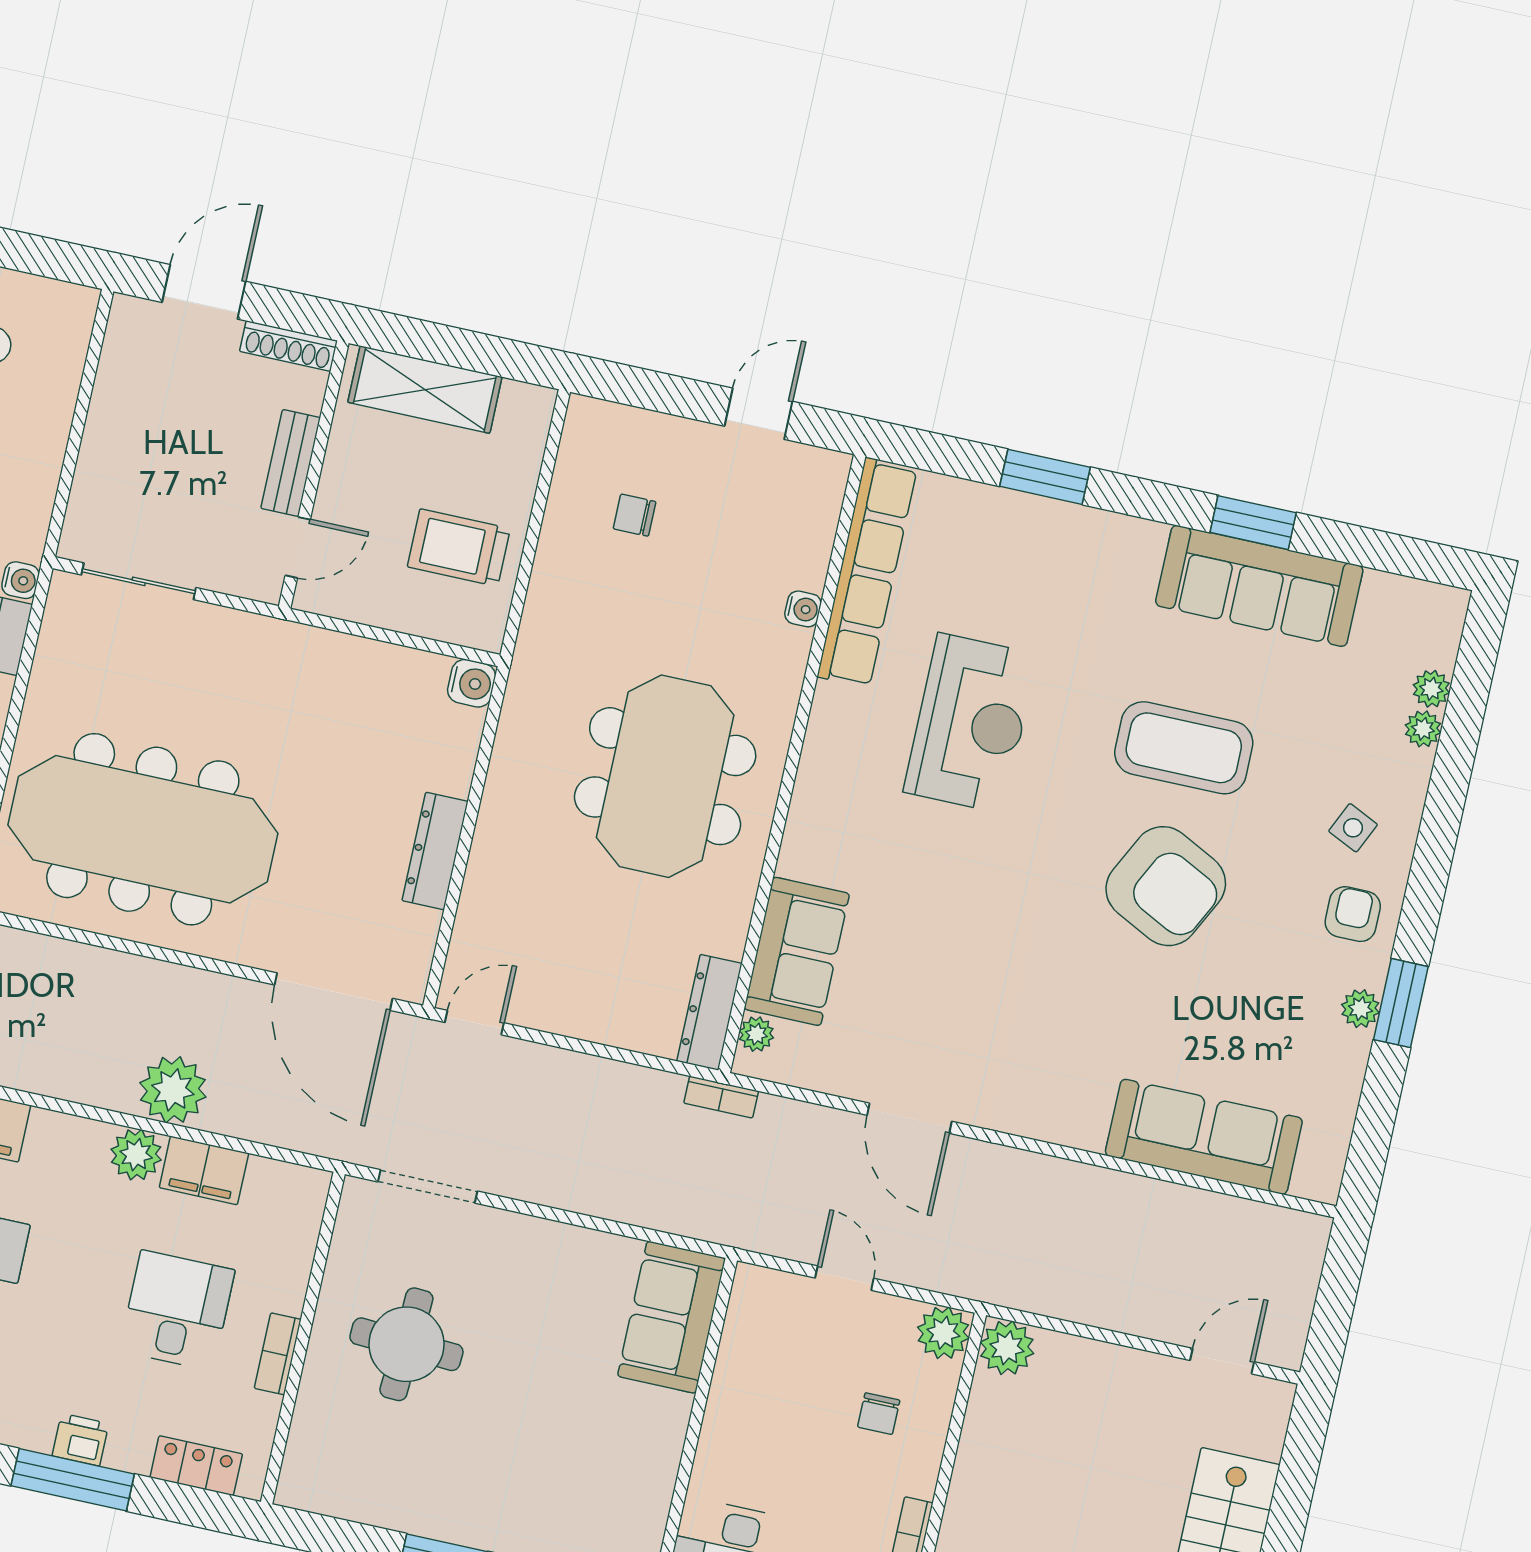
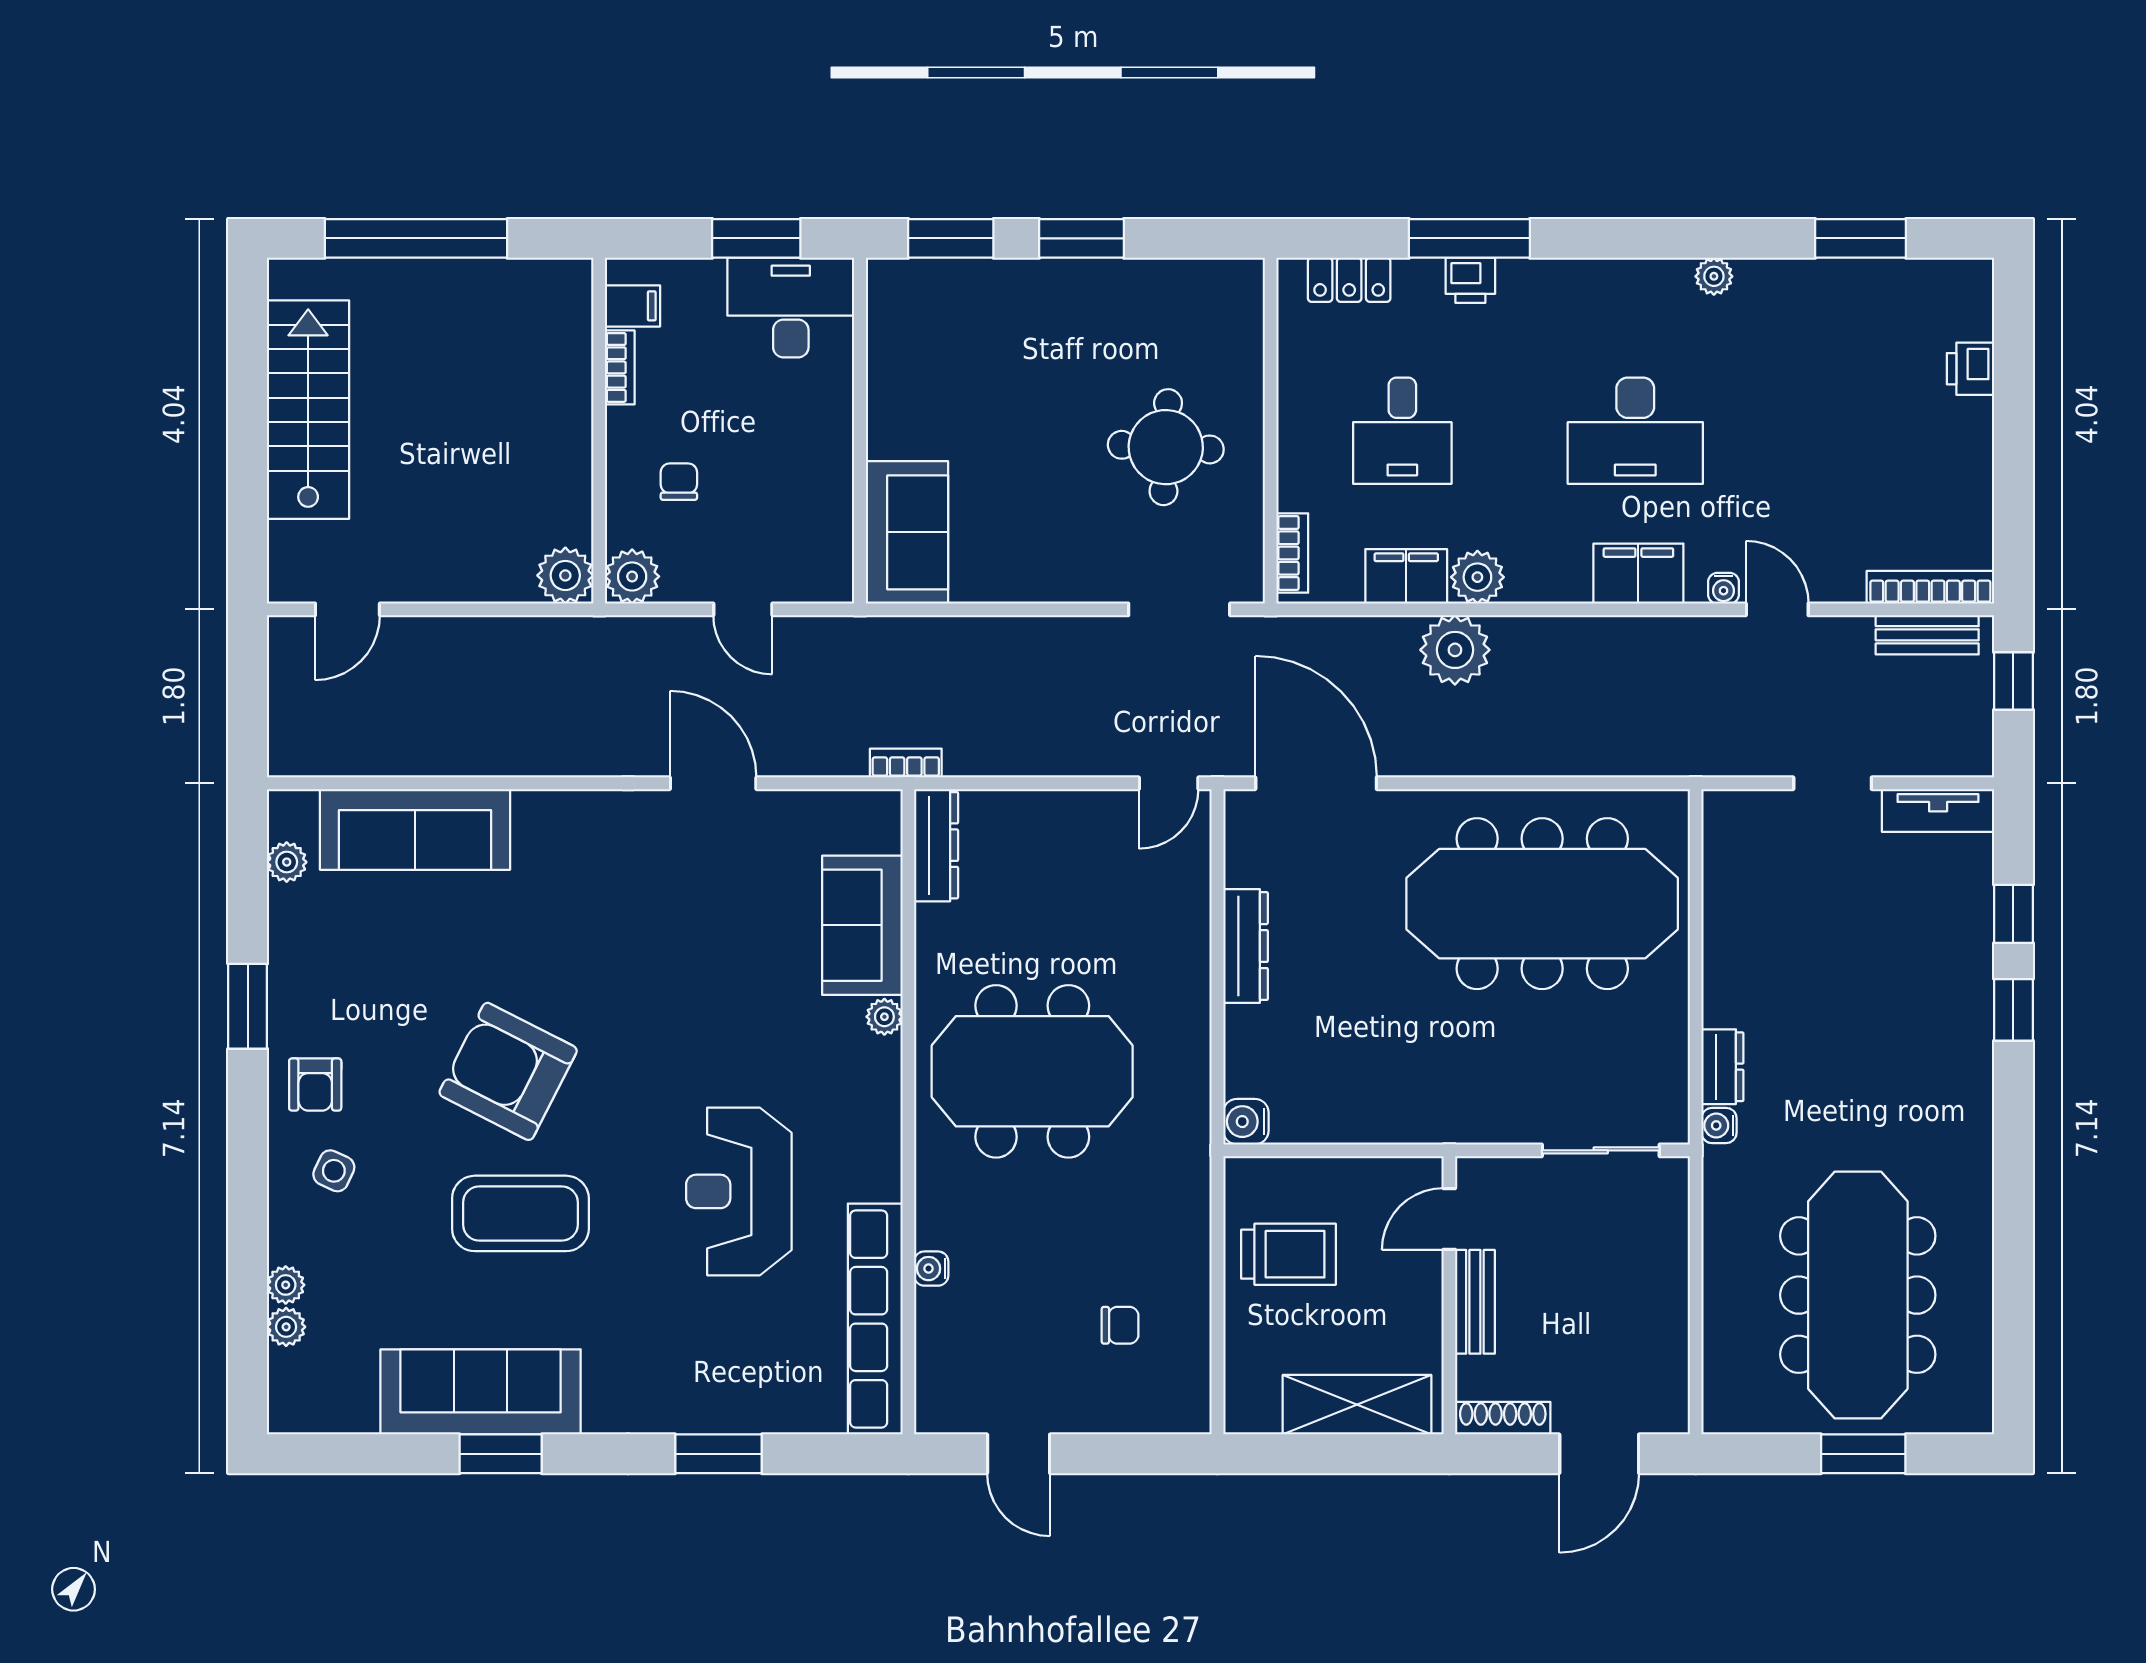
door: (758, 414) -> (1019, 1454), hinge flipped
meeting table: (665, 776) -> (1032, 1071), turned 90
plant: (1360, 1009) -> (287, 862), moved
plant: (756, 1034) -> (884, 1017), moved
bookcase: (278, 1354) -> (1292, 553), moved

